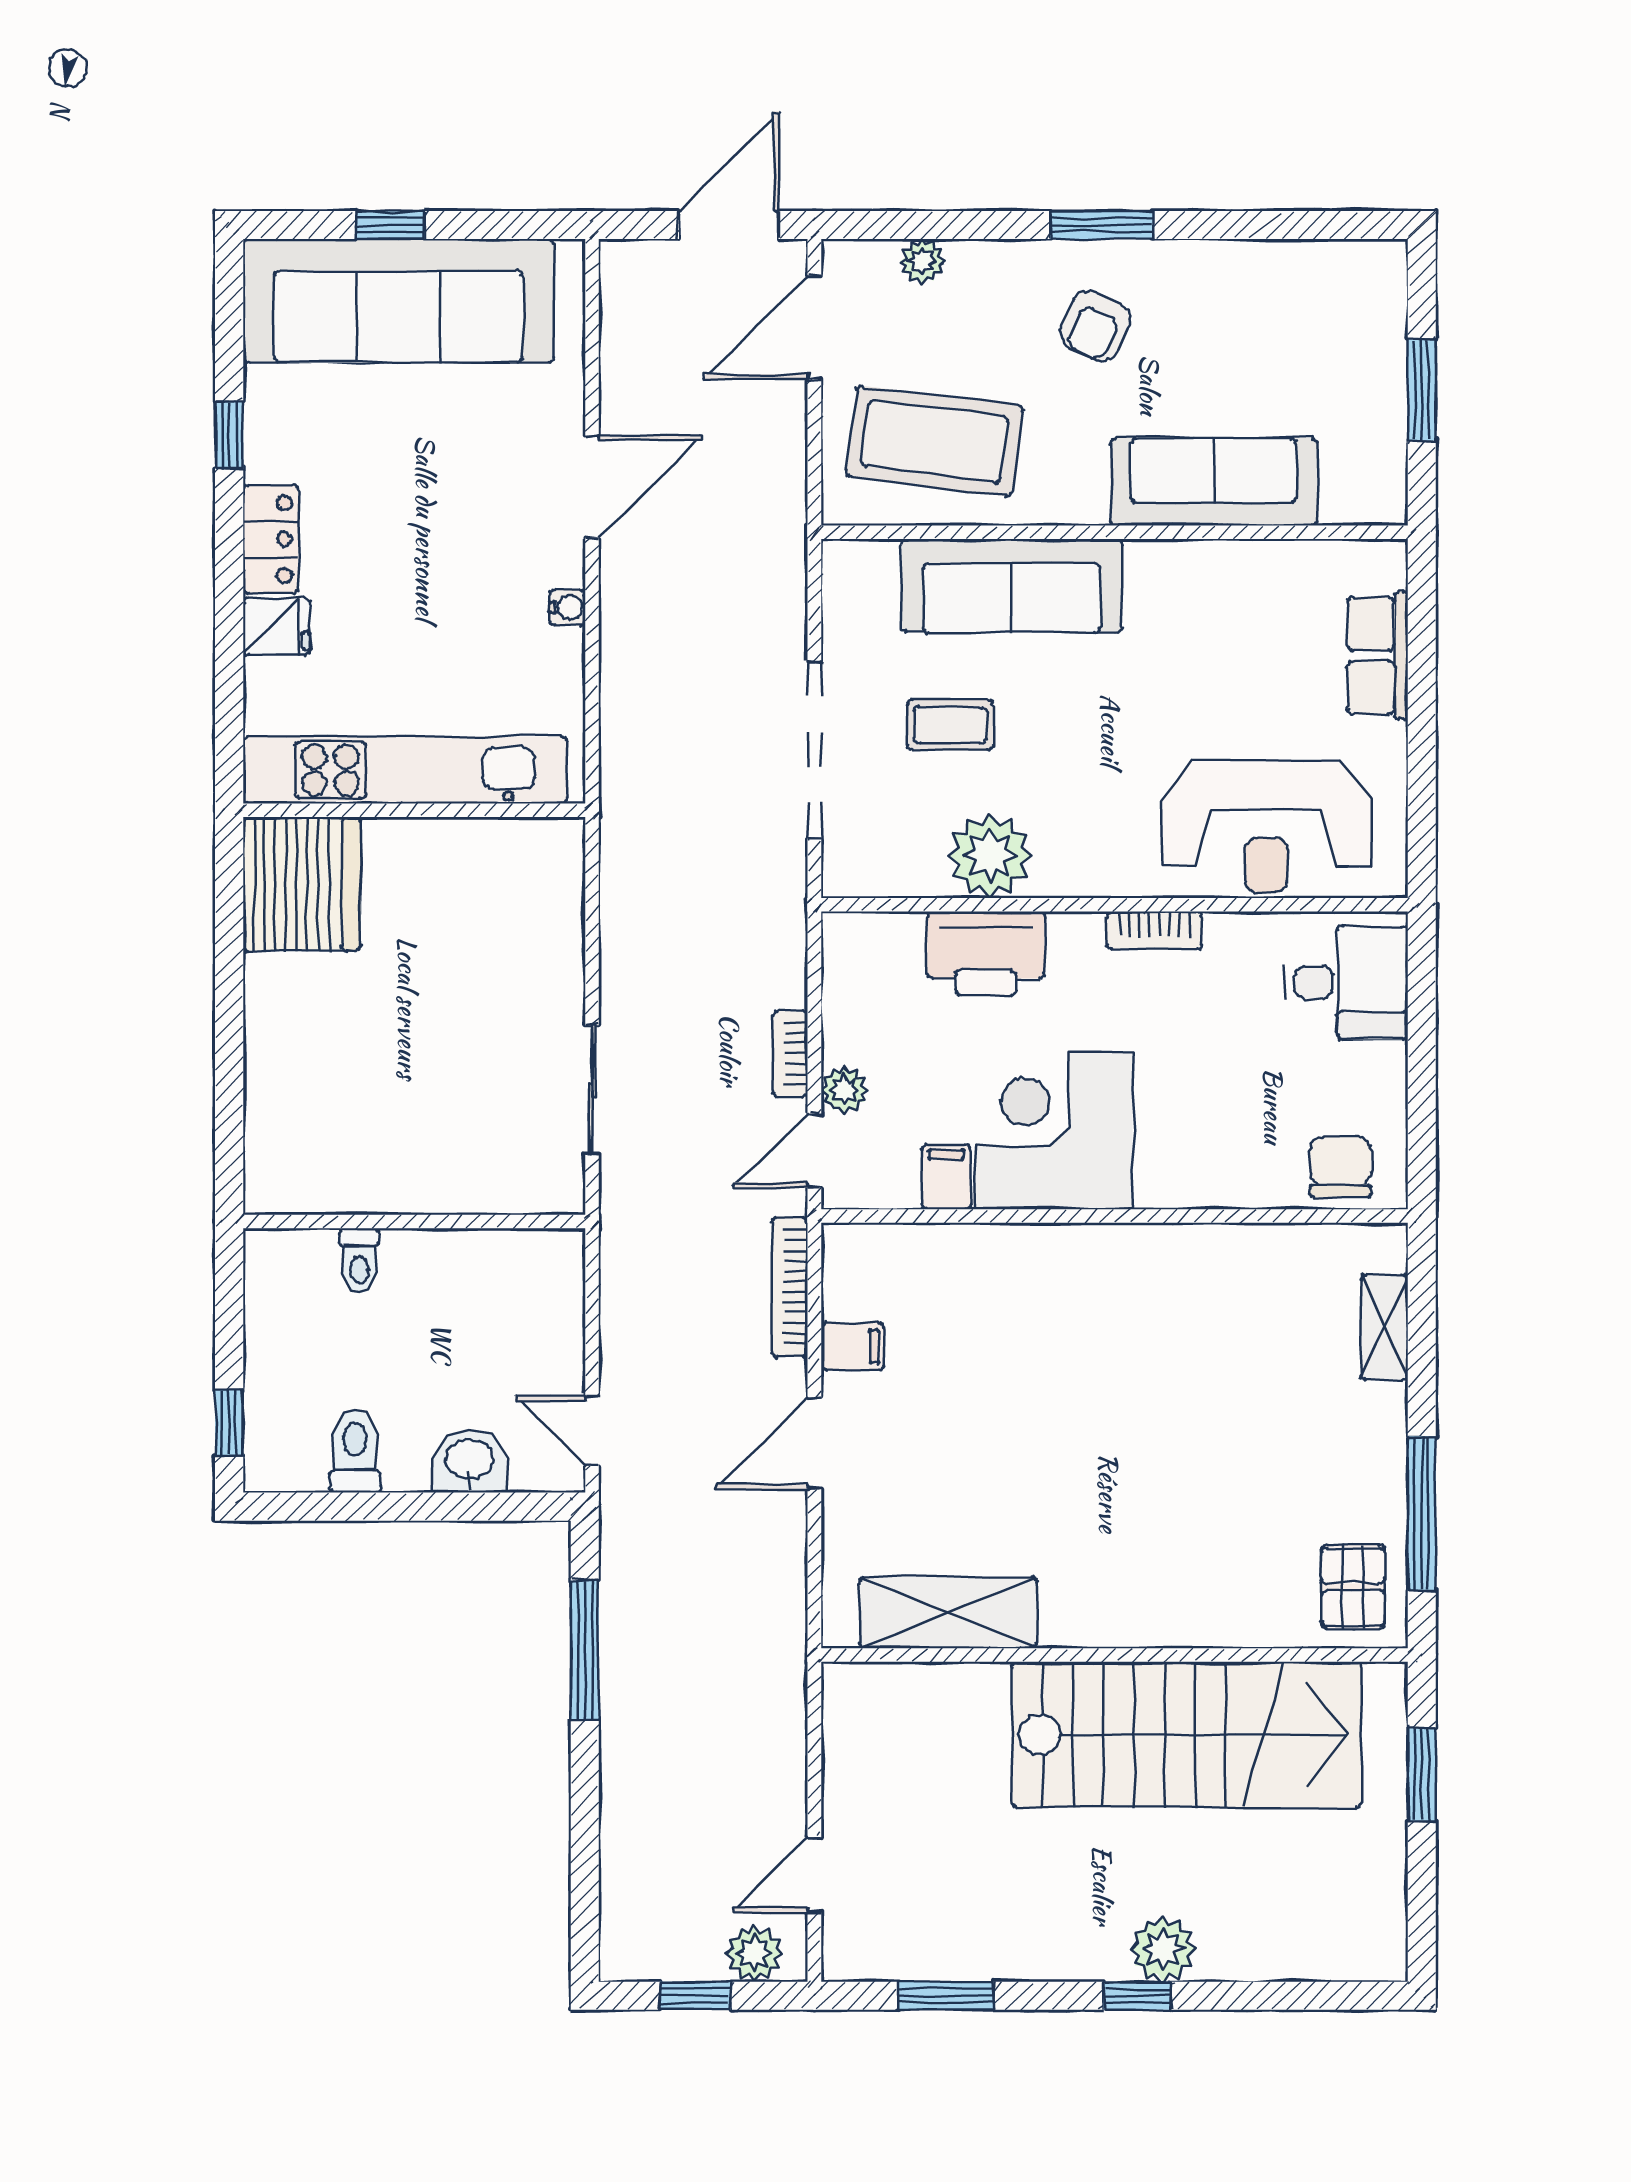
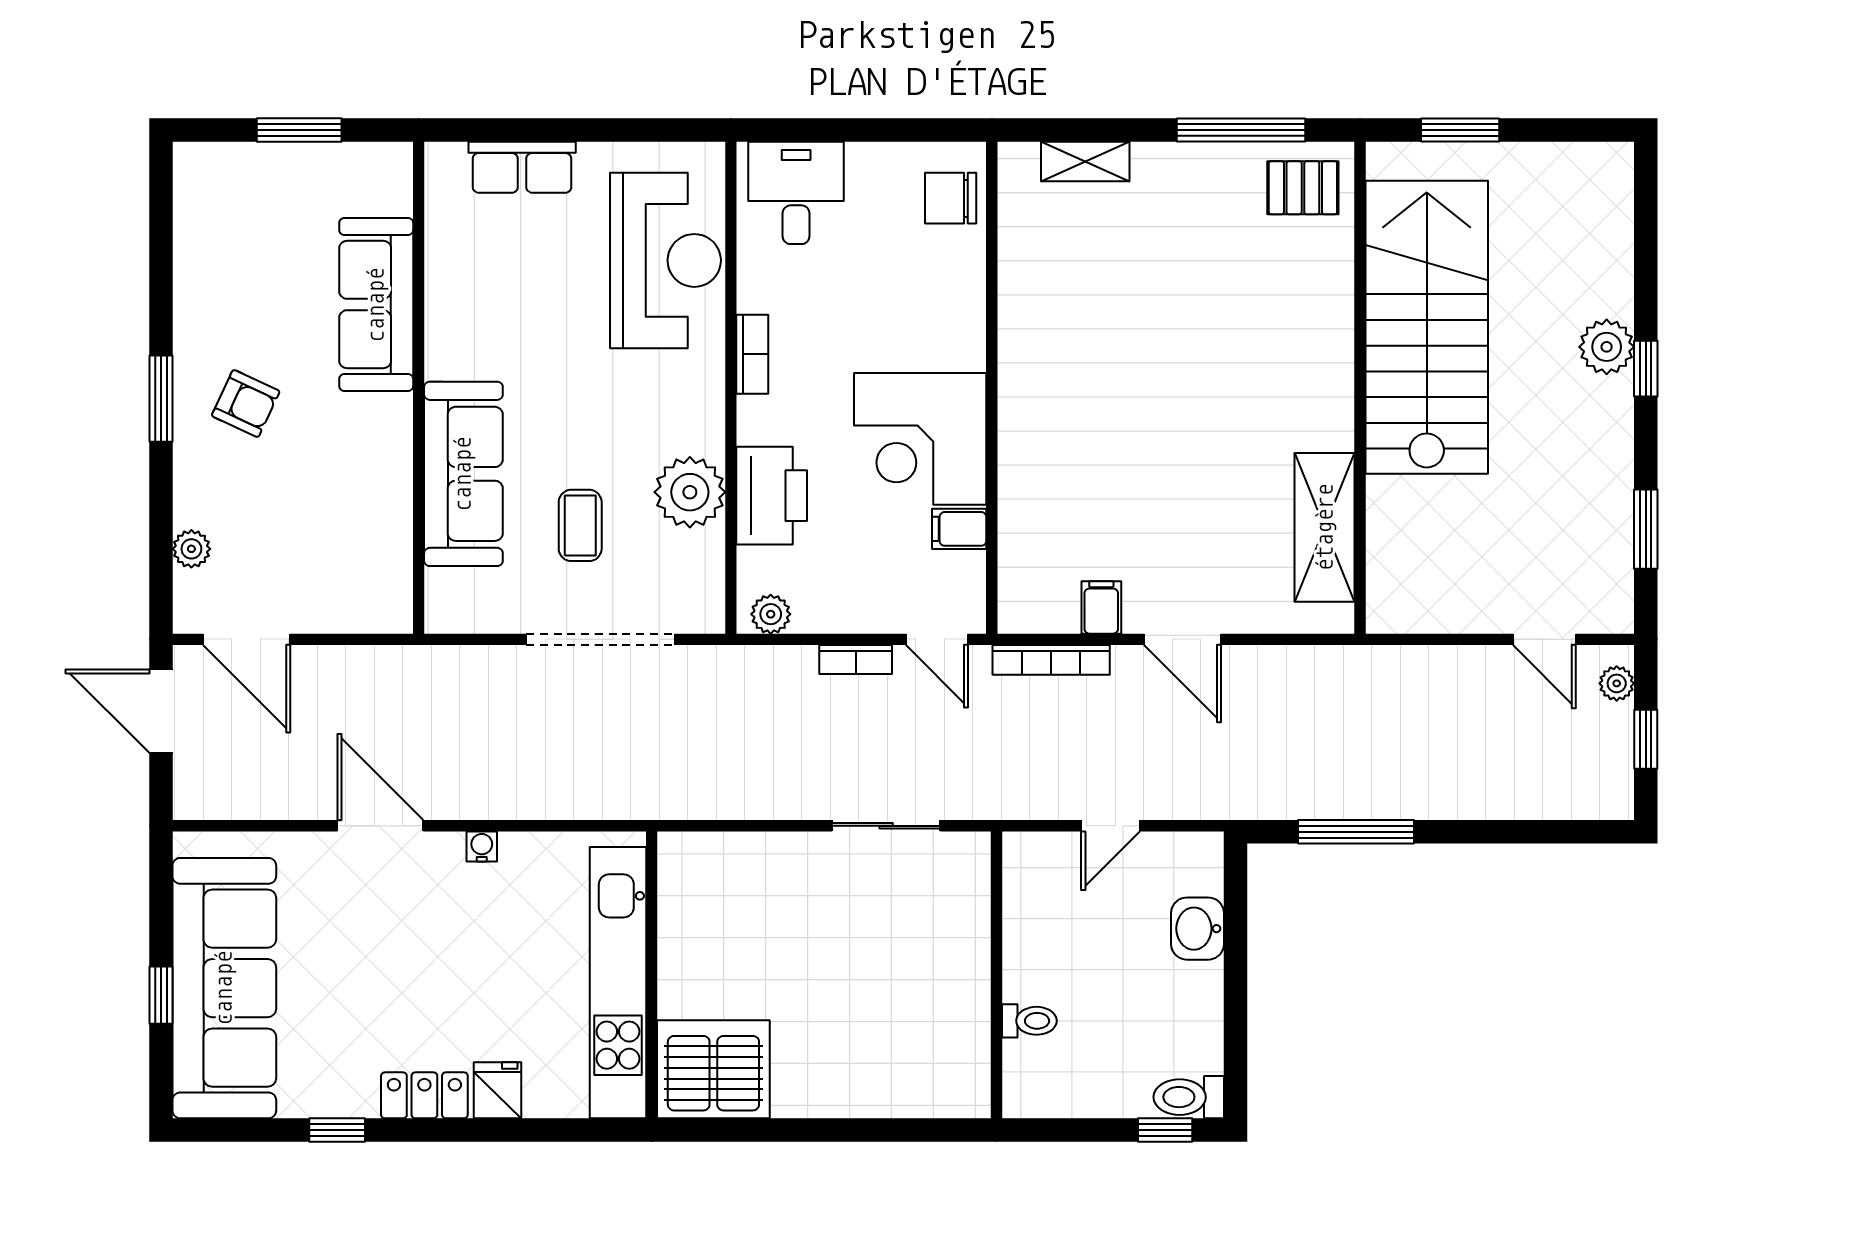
coffee table: (935, 441) -> (342, 539), removed
plant: (844, 1090) -> (771, 614), moved
door: (592, 1431) -> (1111, 826), moved
toilet: (355, 1451) -> (1189, 1097), moved
plant: (754, 1953) -> (1617, 683), width x0.73, depth x0.73

